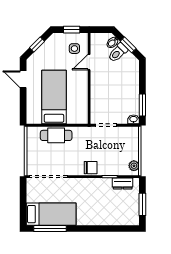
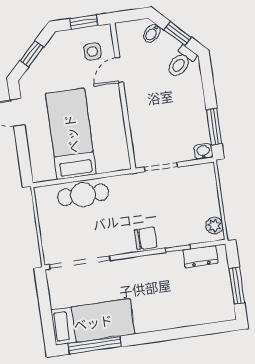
toilet: (118, 53) -> (181, 62), moved

